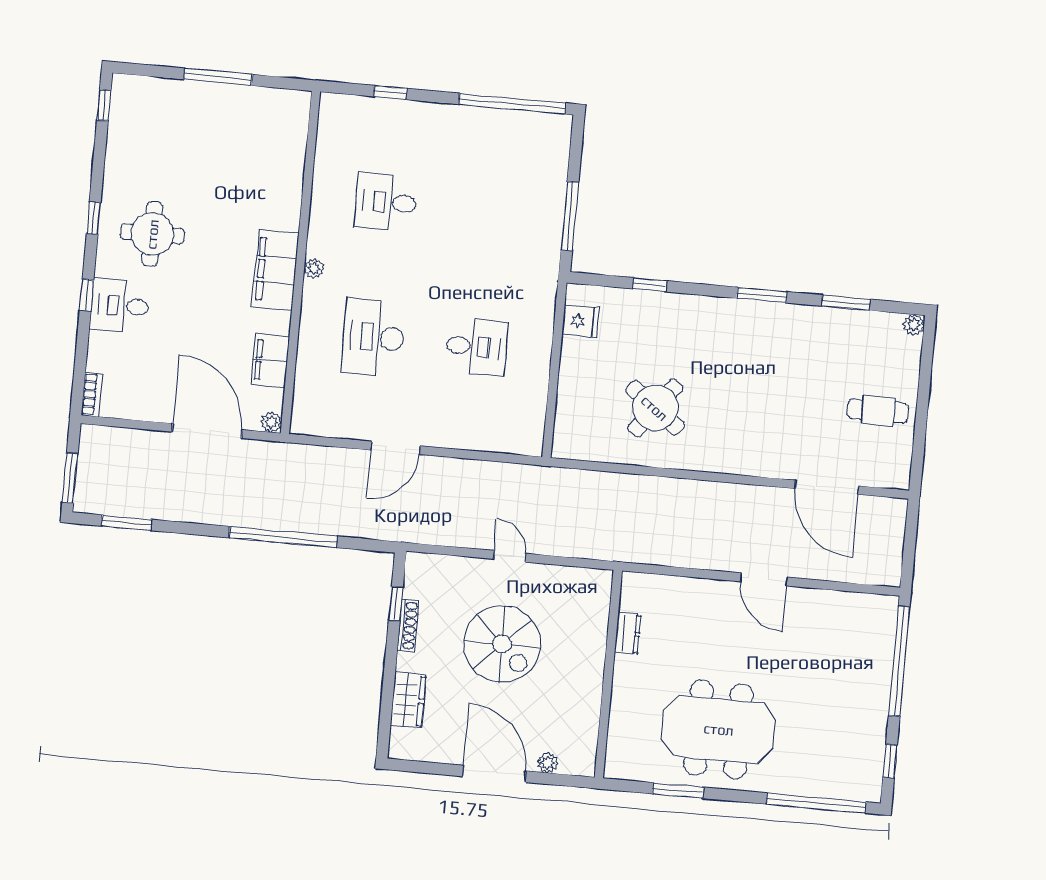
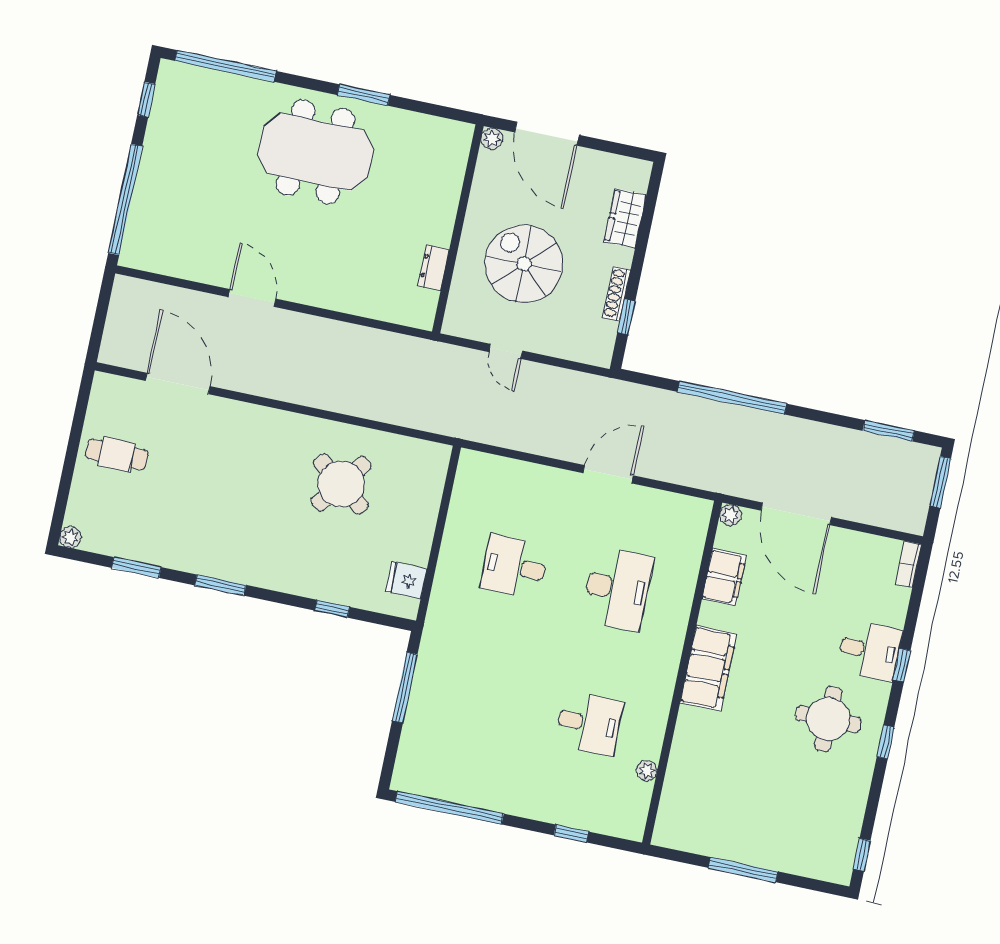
plant: (314, 269) -> (647, 771), moved
dresser: (628, 634) -> (434, 267), moved
wall: (608, 674) -> (458, 229), moved

